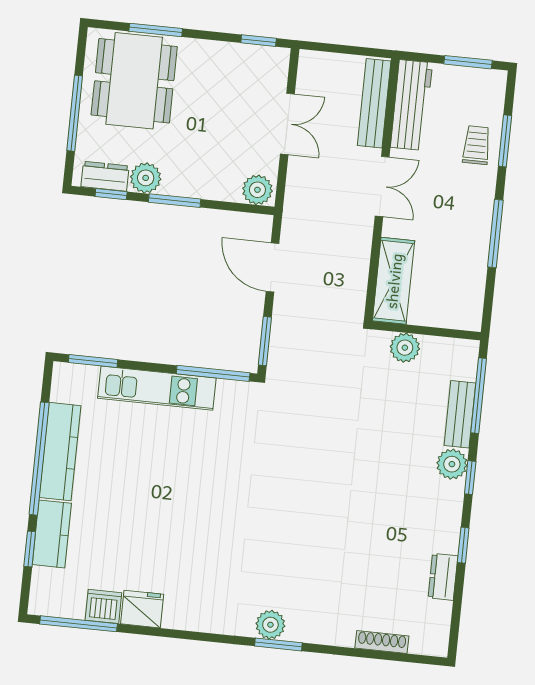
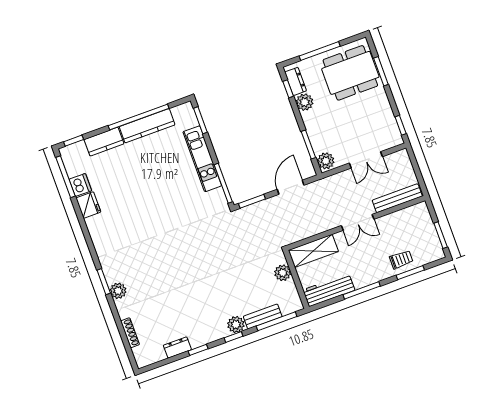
workbench: (411, 105) -> (329, 290), moved, turned 180
window: (175, 201) -> (308, 144), moved
window: (30, 549) -> (74, 141), moved
plant: (270, 625) -> (118, 291), moved

